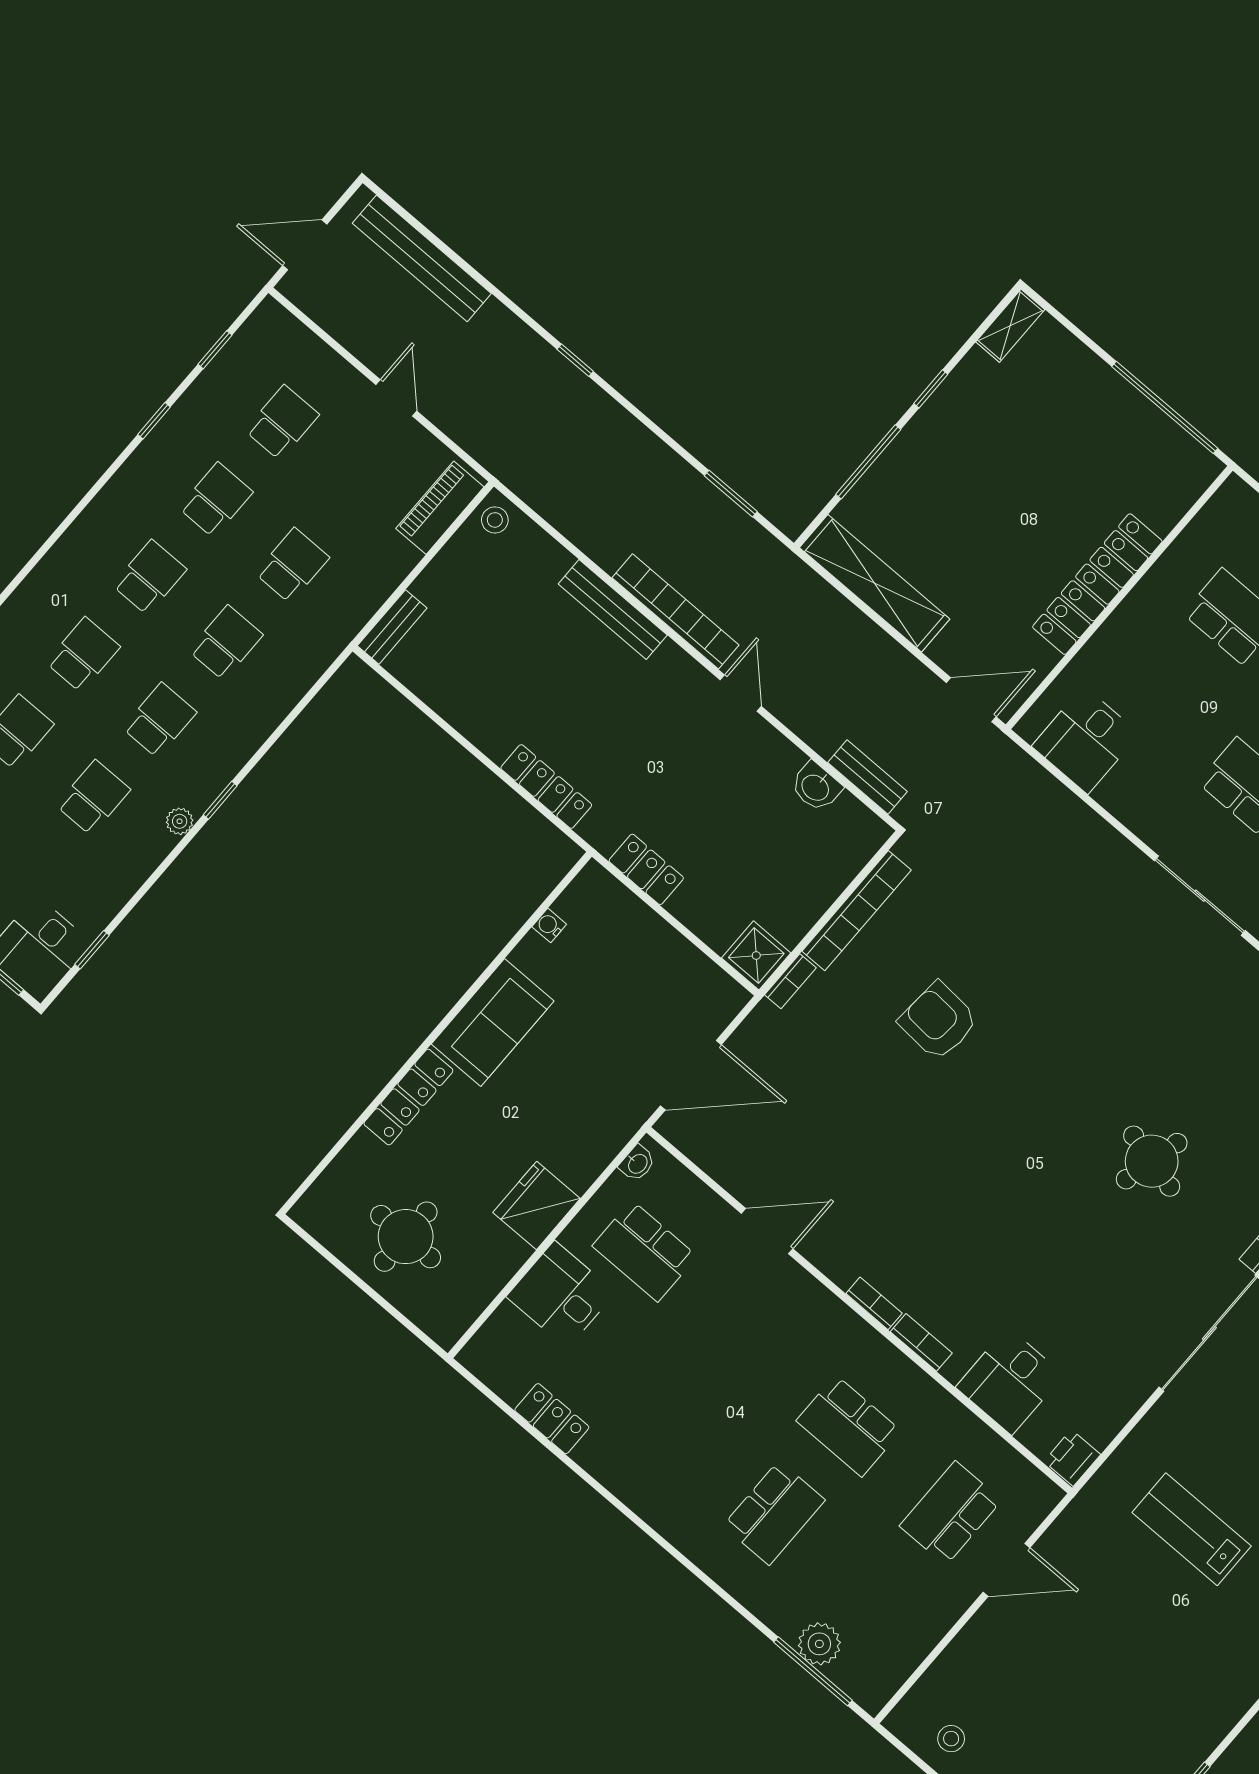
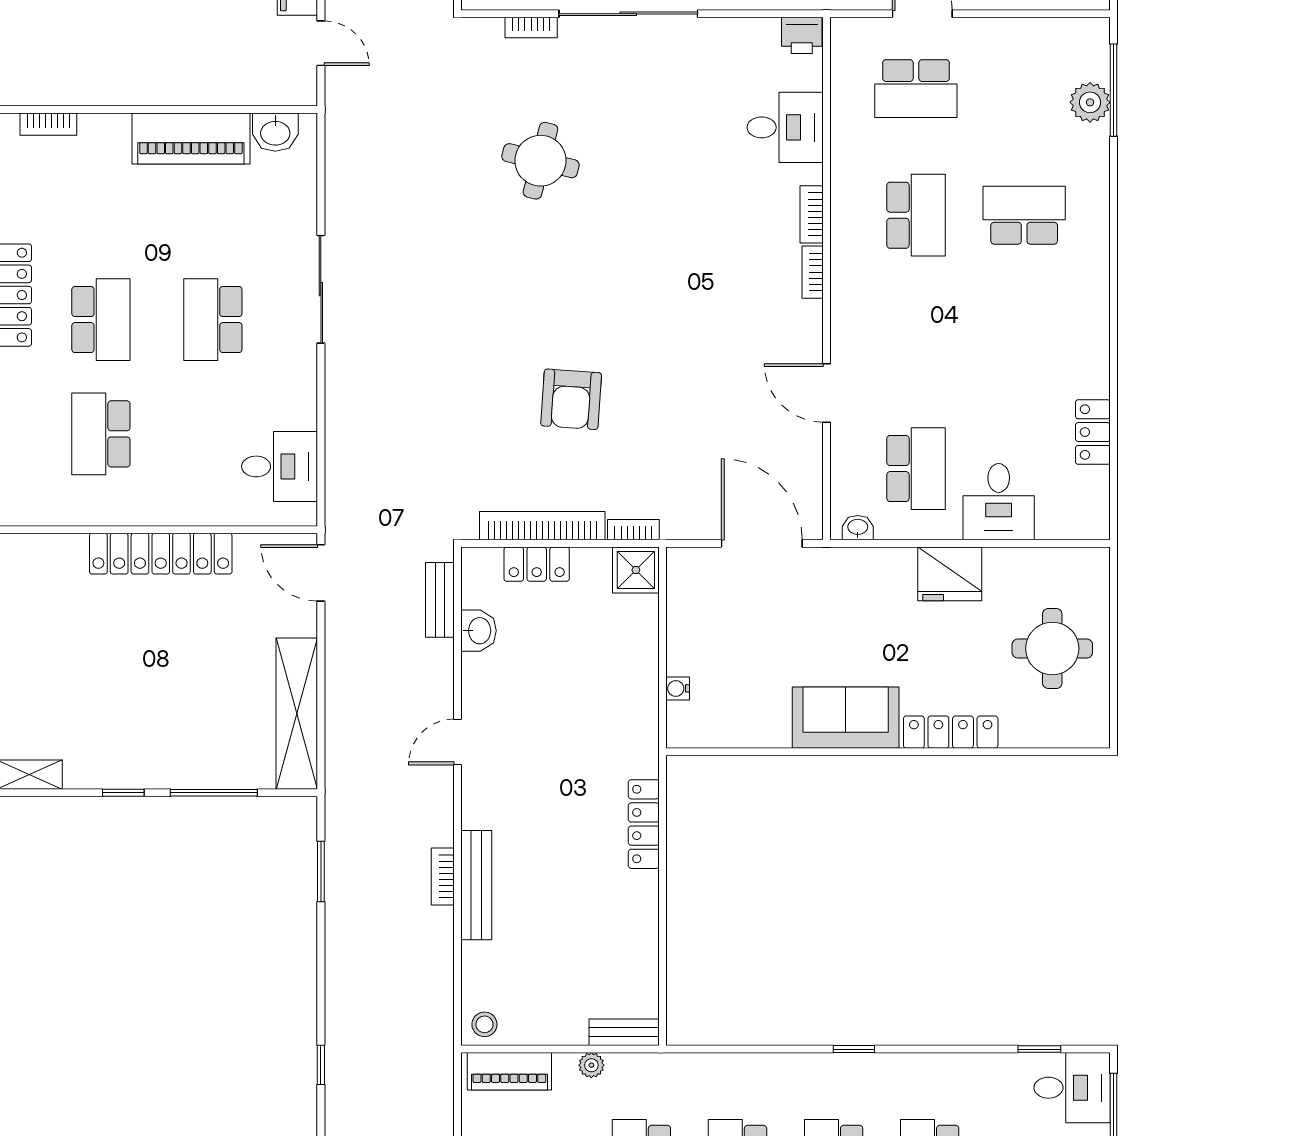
bookcase: (675, 611) -> (443, 876), width x0.43, depth x0.76
plant: (180, 821) -> (591, 1065), moved
locker: (646, 869) -> (537, 564), moved, turned -90
water cooler: (549, 925) -> (678, 688), moved, turned 90

